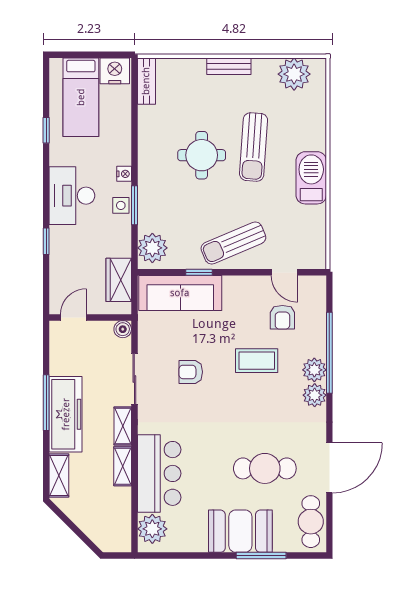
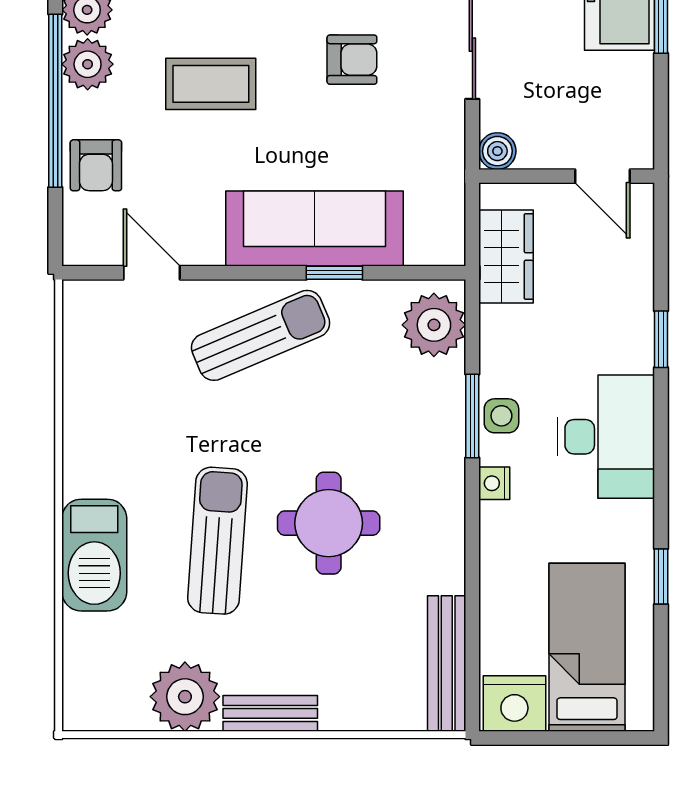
plant: (294, 74) -> (185, 697), moved
bench: (146, 81) -> (447, 664), width x1.36
barbecue: (311, 178) -> (94, 555), moved
sofa: (180, 293) -> (314, 229), moved
door: (74, 317) -> (602, 176), hinge flipped
armchair: (282, 317) -> (96, 165), moved, turned 180

